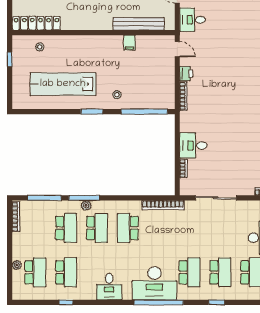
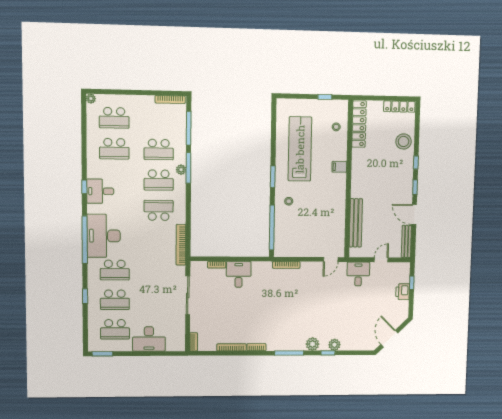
filing cabinet: (129, 43) -> (339, 167), moved
printer: (186, 74) -> (307, 268), removed
plant: (17, 265) -> (91, 99), moved
window: (66, 302) -> (84, 187), moved

